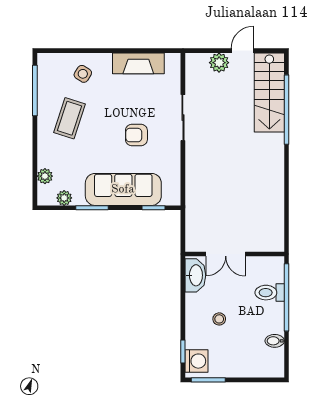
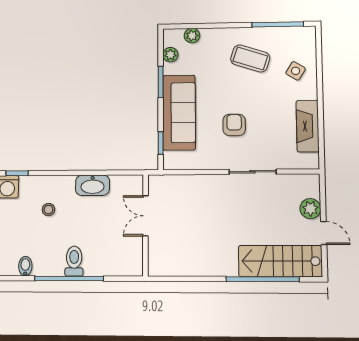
double door: (226, 254) -> (145, 216), moved
wall: (235, 254) -> (145, 225), moved

